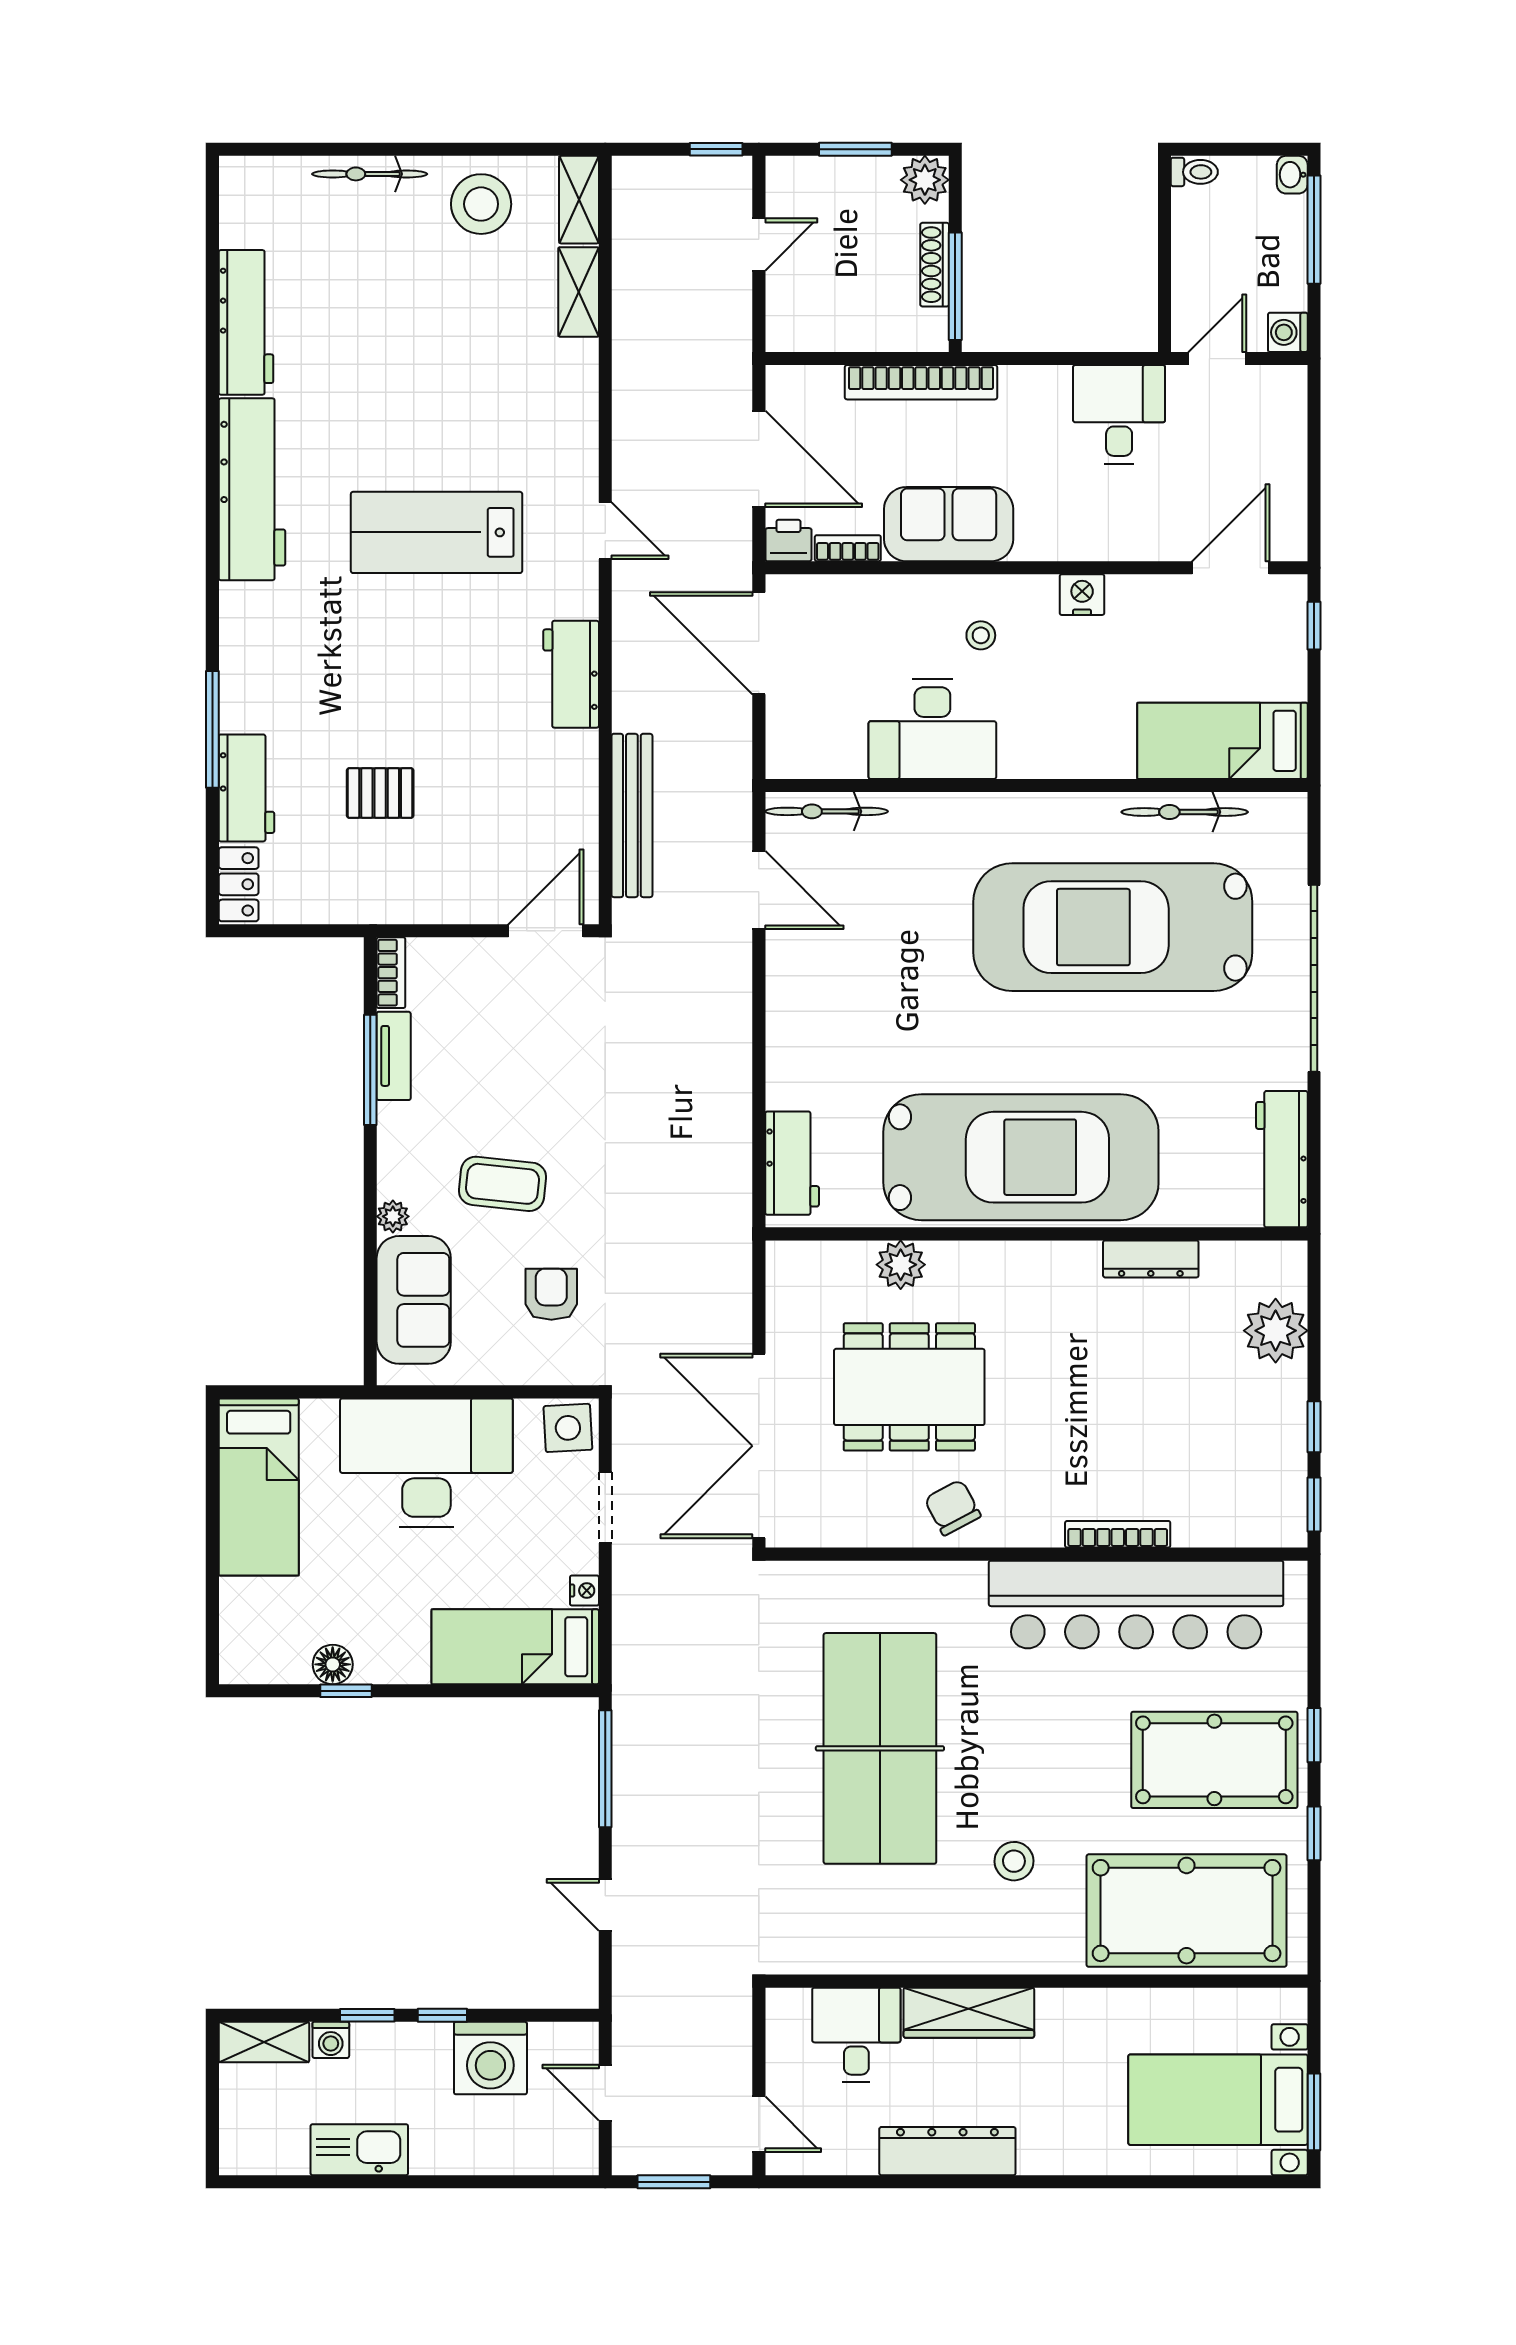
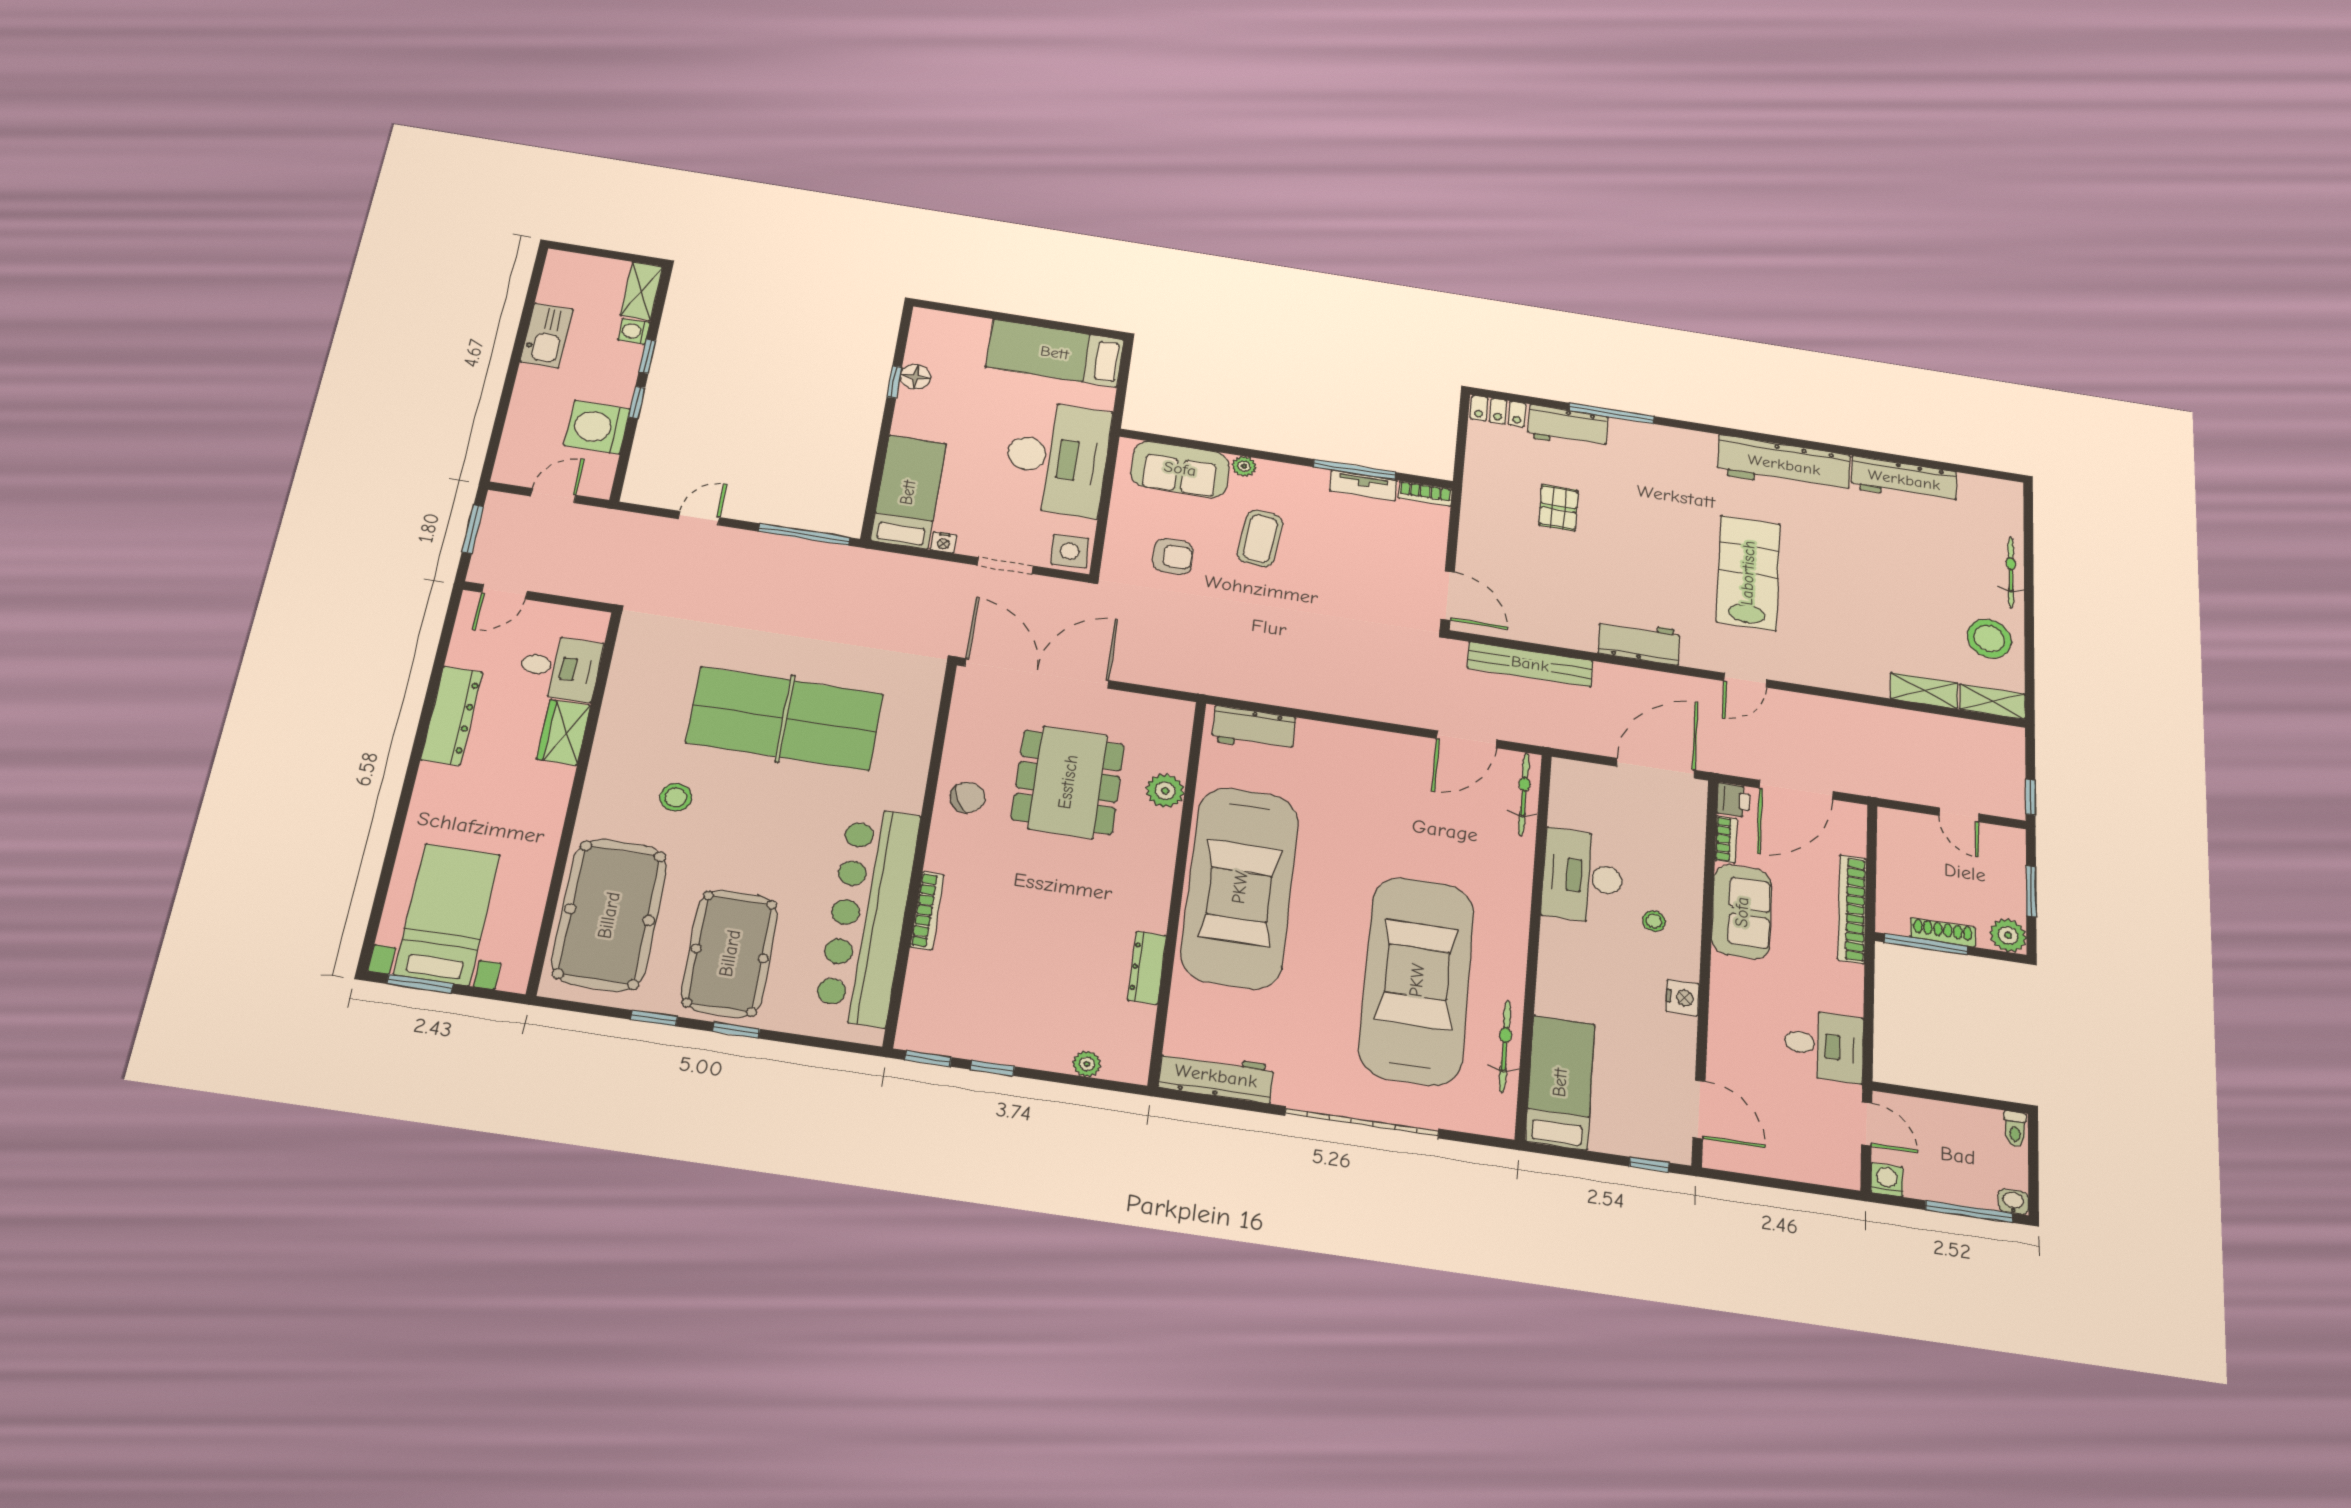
plant: (1276, 1331) -> (1087, 1064), width x0.53, depth x0.53
wardrobe: (969, 2013) -> (564, 732), width x0.67

